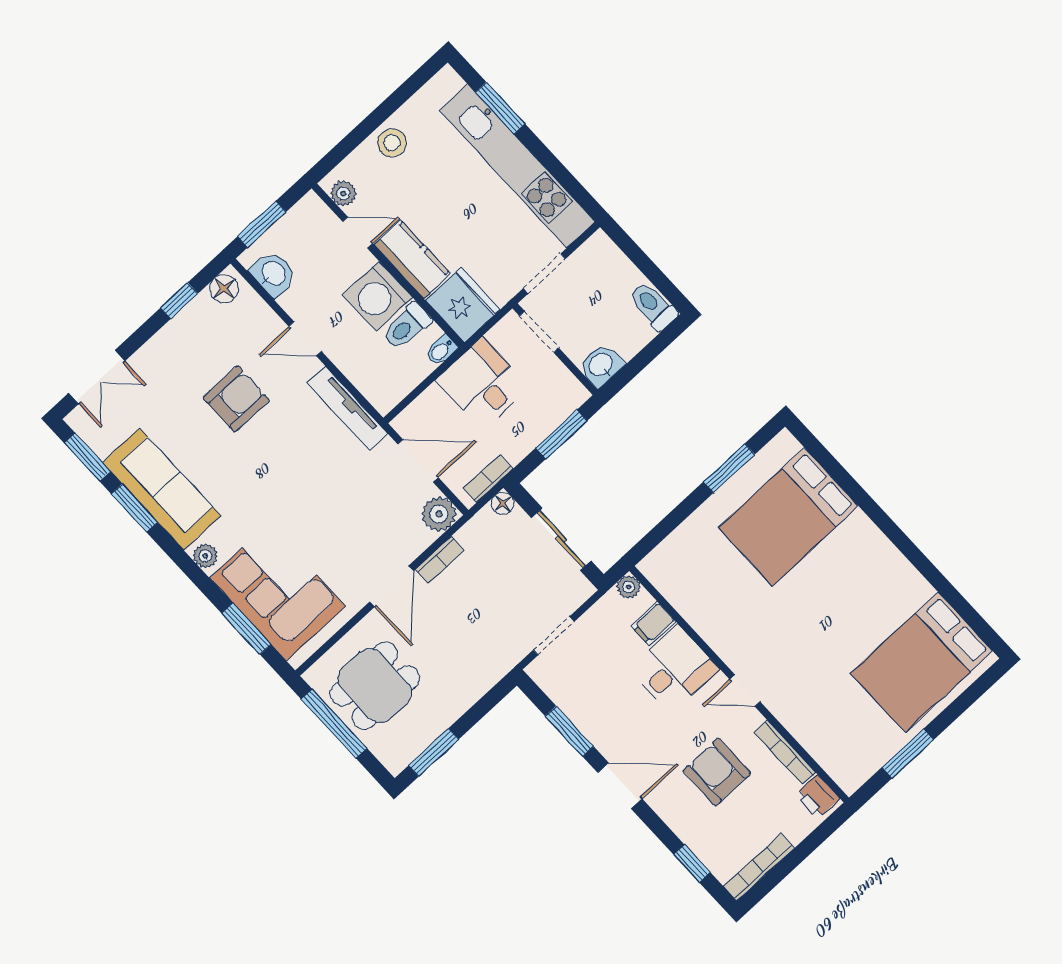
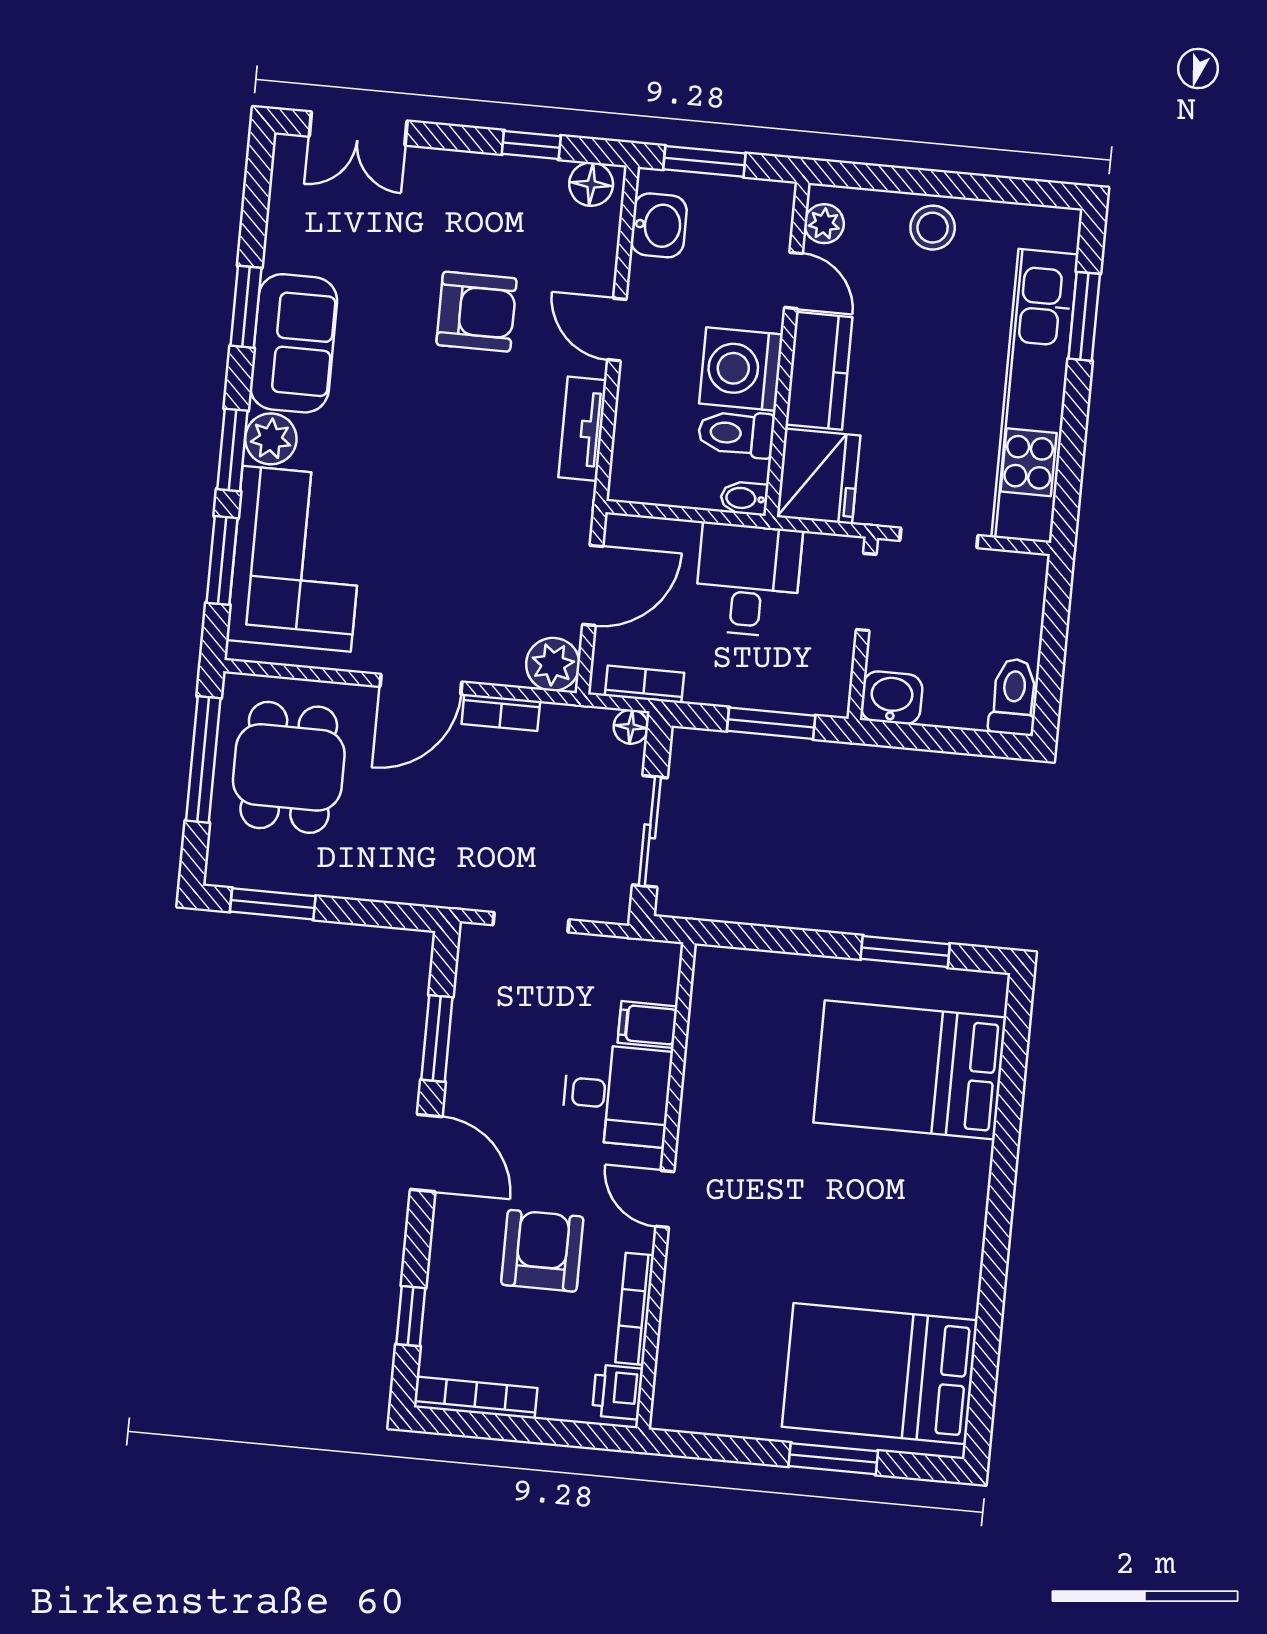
tv unit: (347, 408) -> (582, 429), width x0.71
window: (87, 457) -> (232, 450), moved
door: (418, 461) -> (593, 585), hinge flipped
sofa: (162, 489) -> (294, 343), width x0.73
plant: (205, 556) -> (271, 439), width x1.38, depth x1.38
plant: (629, 587) -> (664, 958), removed
dining table: (375, 686) -> (289, 767), turned 90
window: (908, 753) -> (833, 1459), moved

